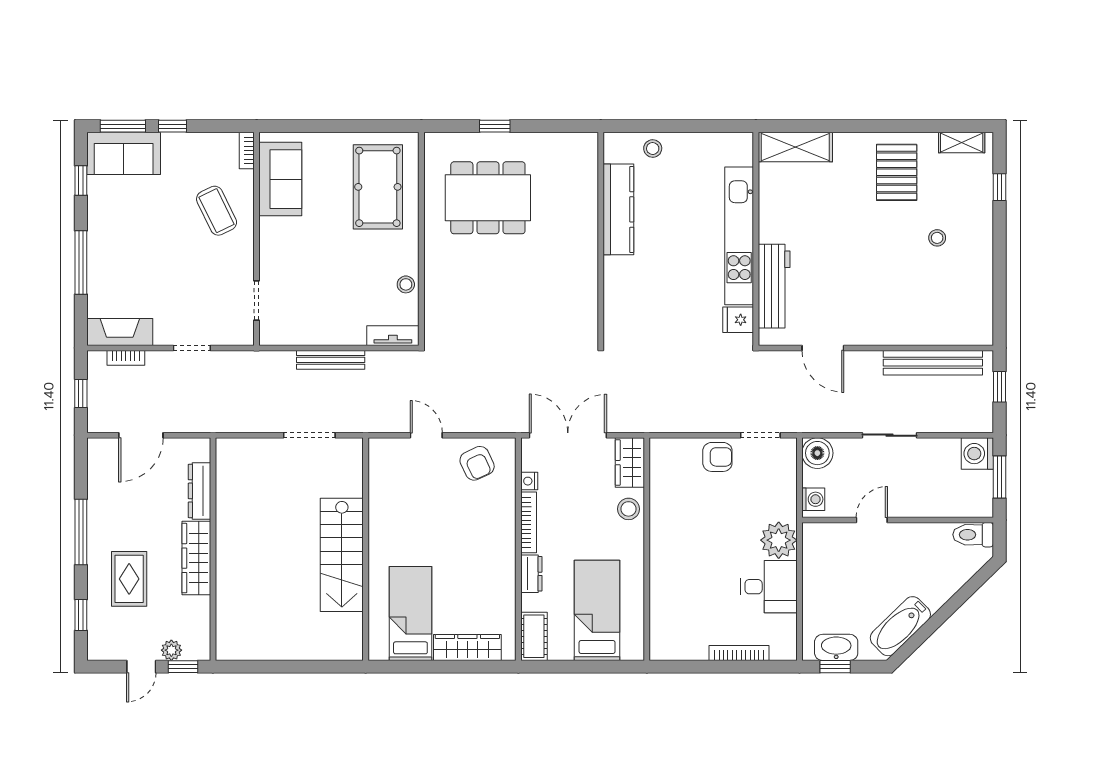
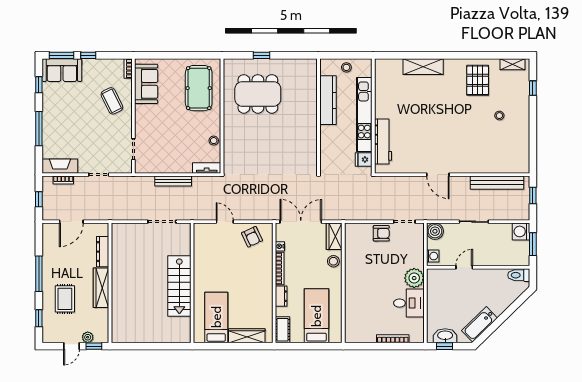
kitchen unit: (739, 236) -> (364, 114), moved
wall: (756, 239) -> (373, 116), moved
workbench: (774, 286) -> (383, 142), moved
fridge: (738, 320) -> (364, 160), moved

